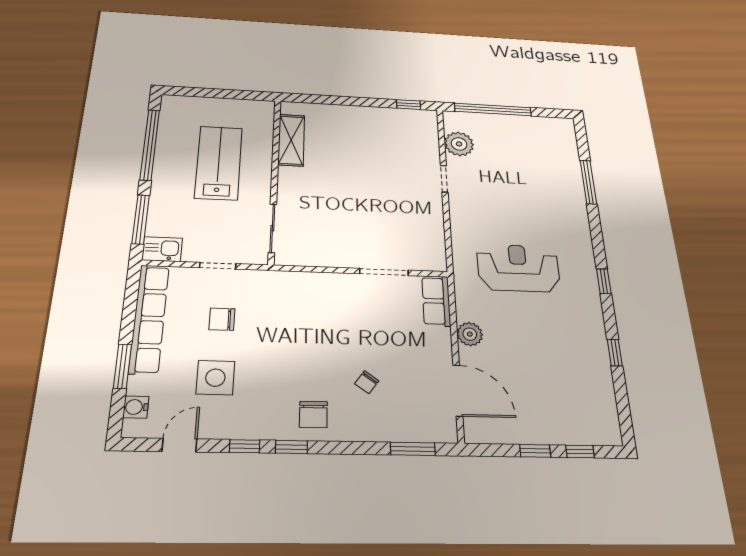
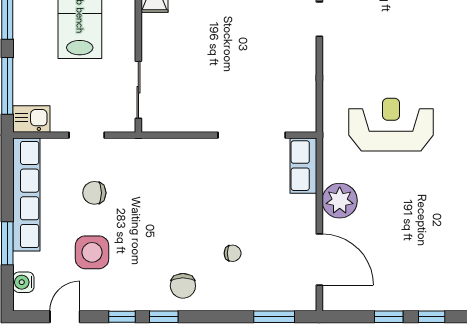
doorway: (384, 272) -> (252, 135), width x1.36
plant: (470, 334) -> (340, 201), width x1.36, depth x1.36
chair: (367, 382) -> (233, 253), turned -126

